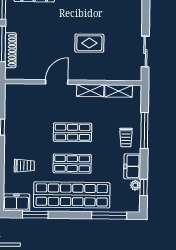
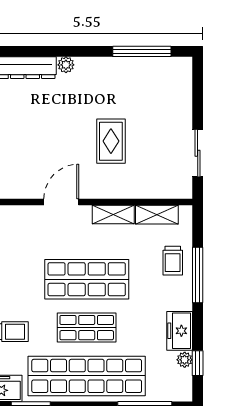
rug: (89, 43) -> (111, 141), turned 90
shop shelf: (73, 132) -> (87, 279), width x1.43, depth x1.36
trolley: (126, 137) -> (173, 261), moved

